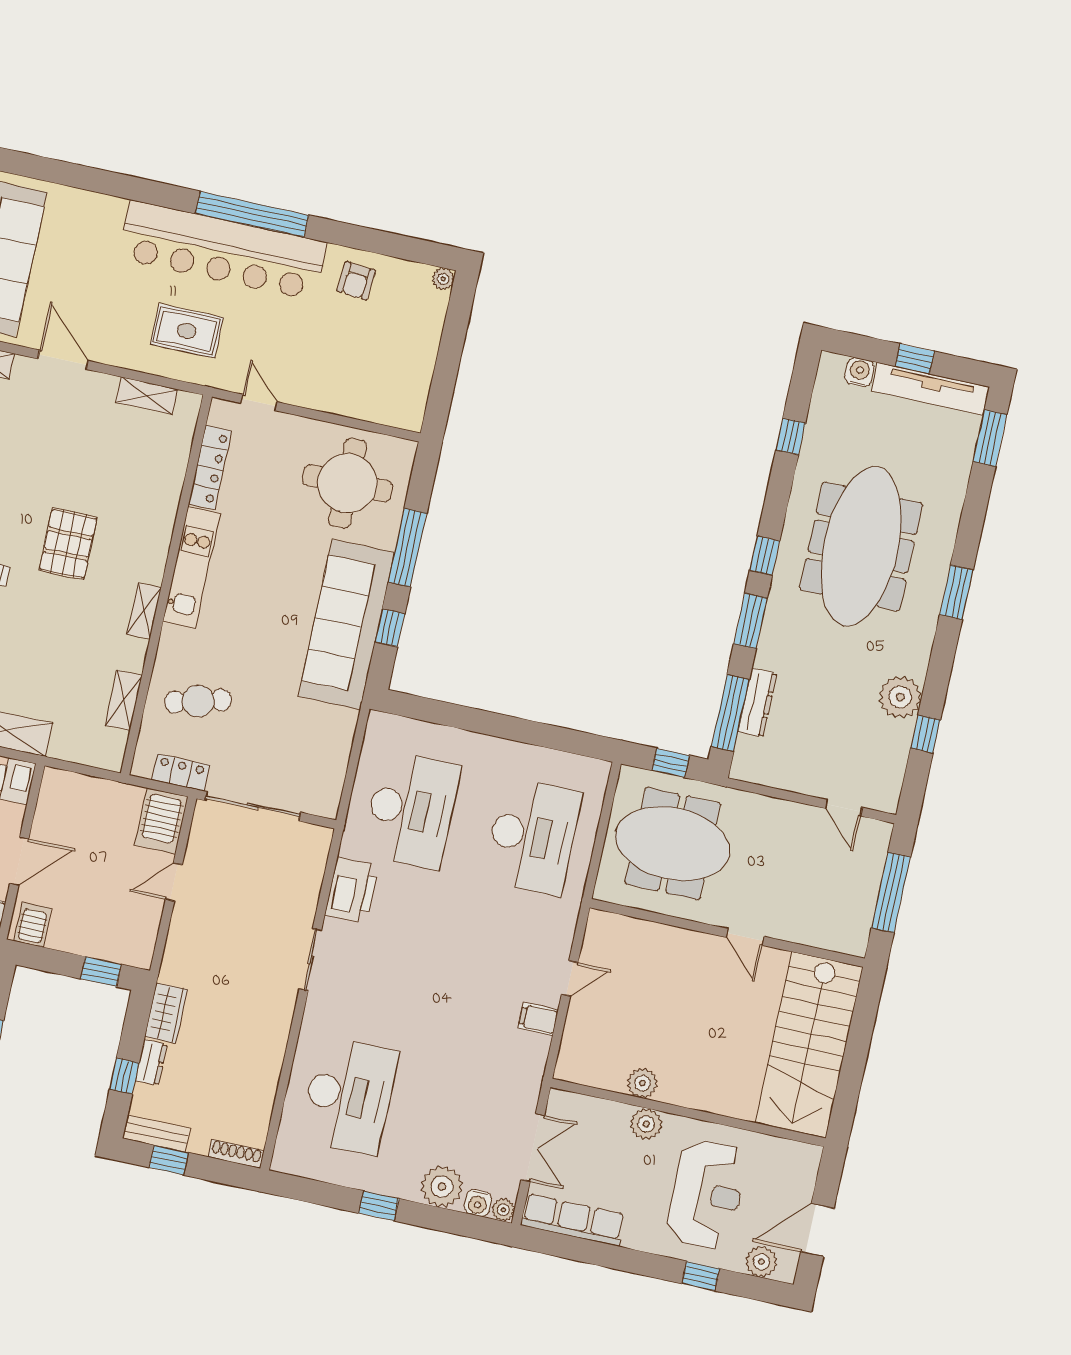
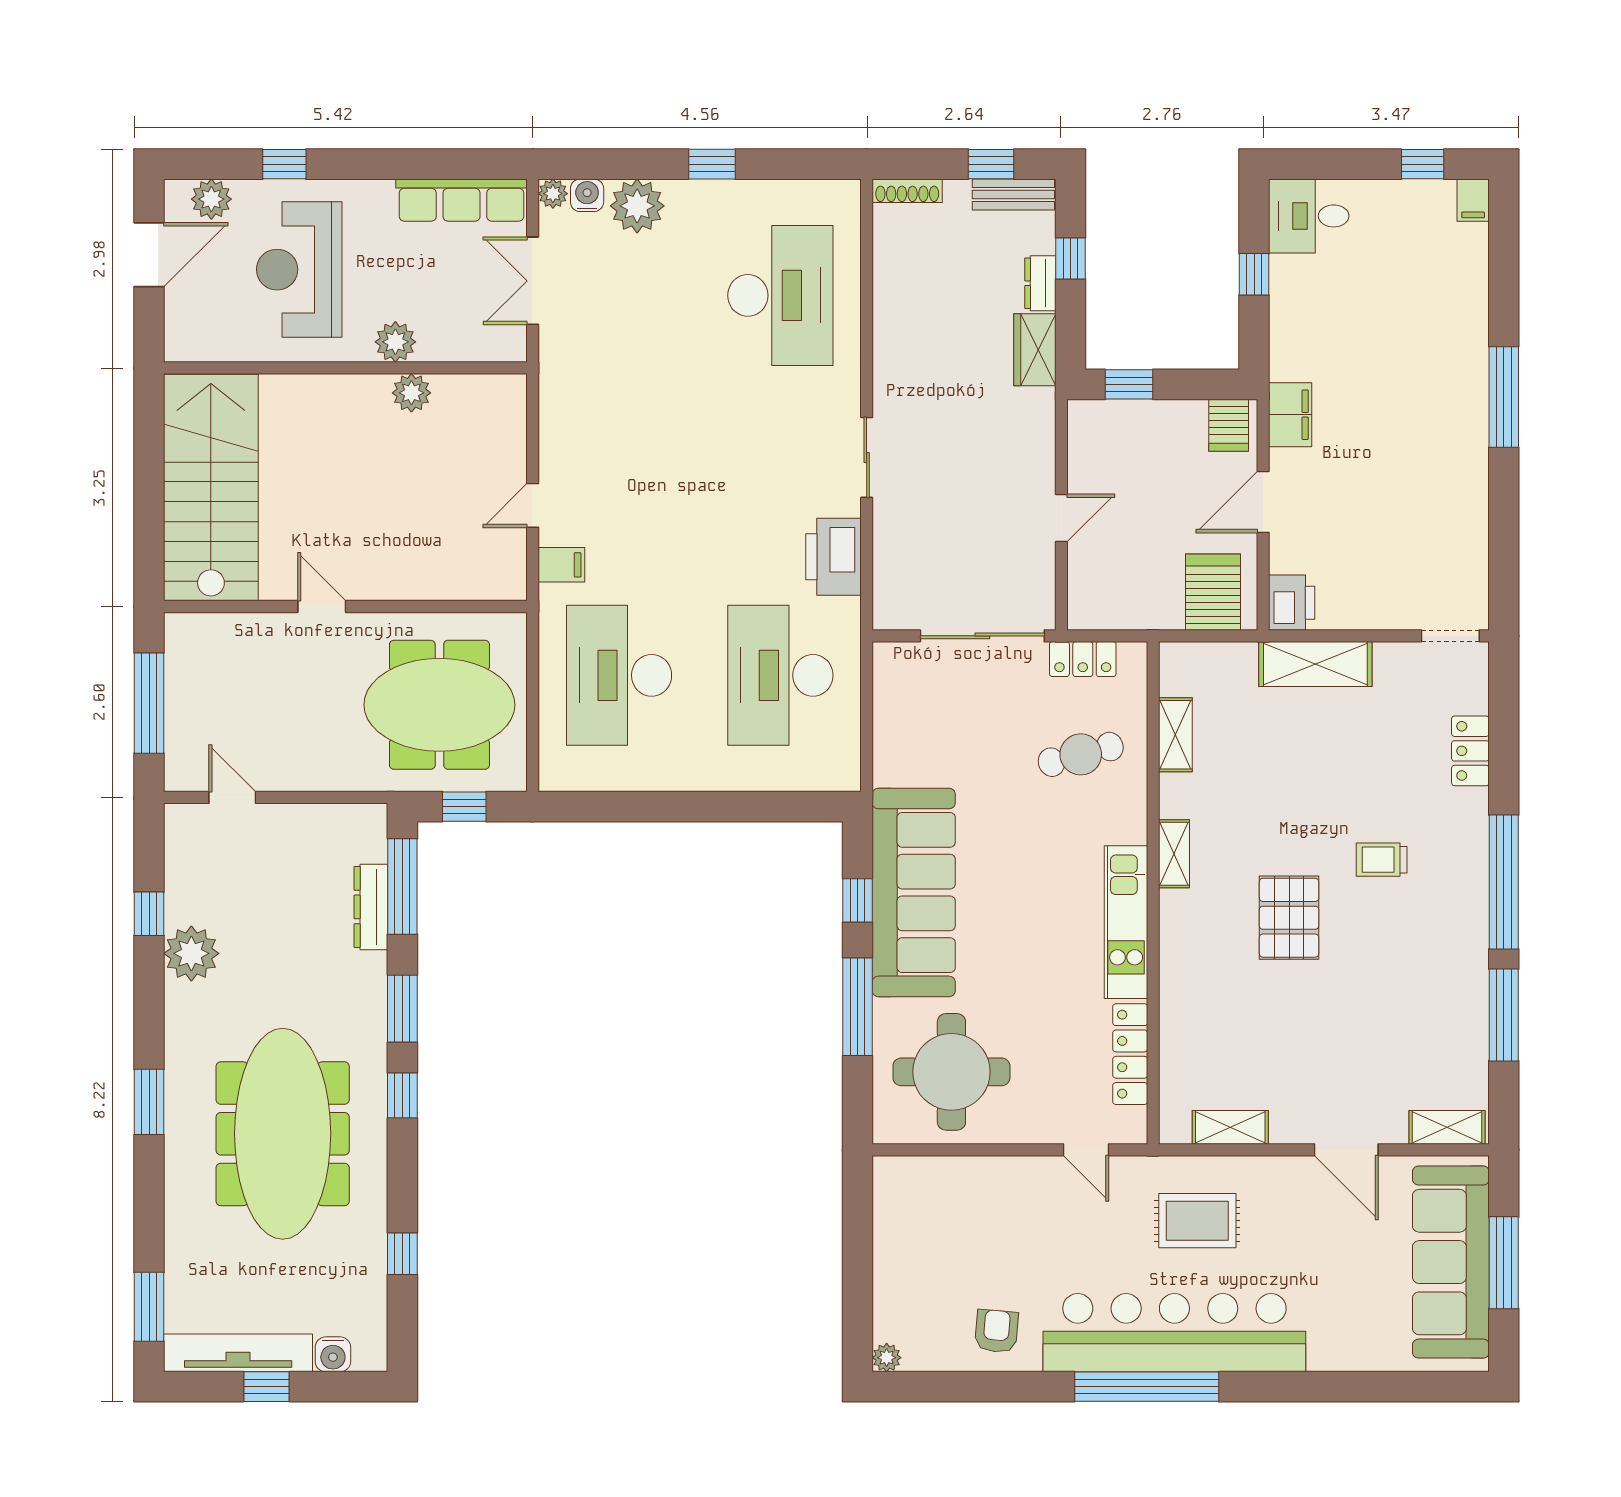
server rack: (161, 821) -> (1213, 592), moved
filing cabinet: (538, 1019) -> (561, 565), moved
desk: (349, 1096) -> (780, 295), turned 180

